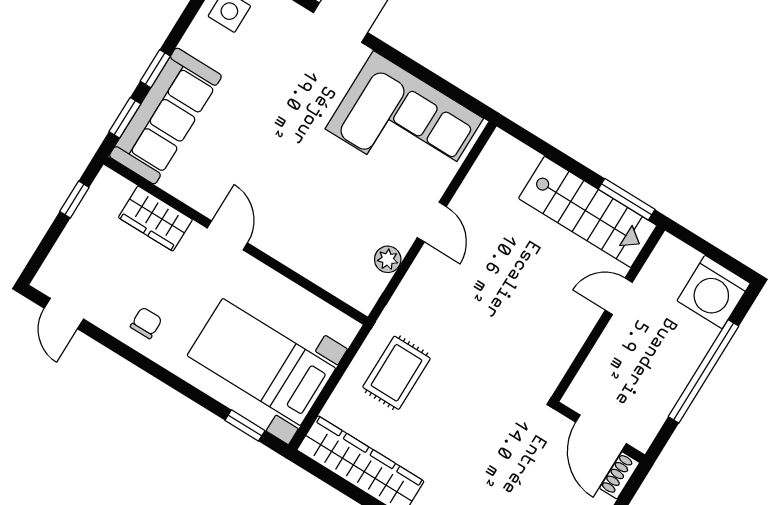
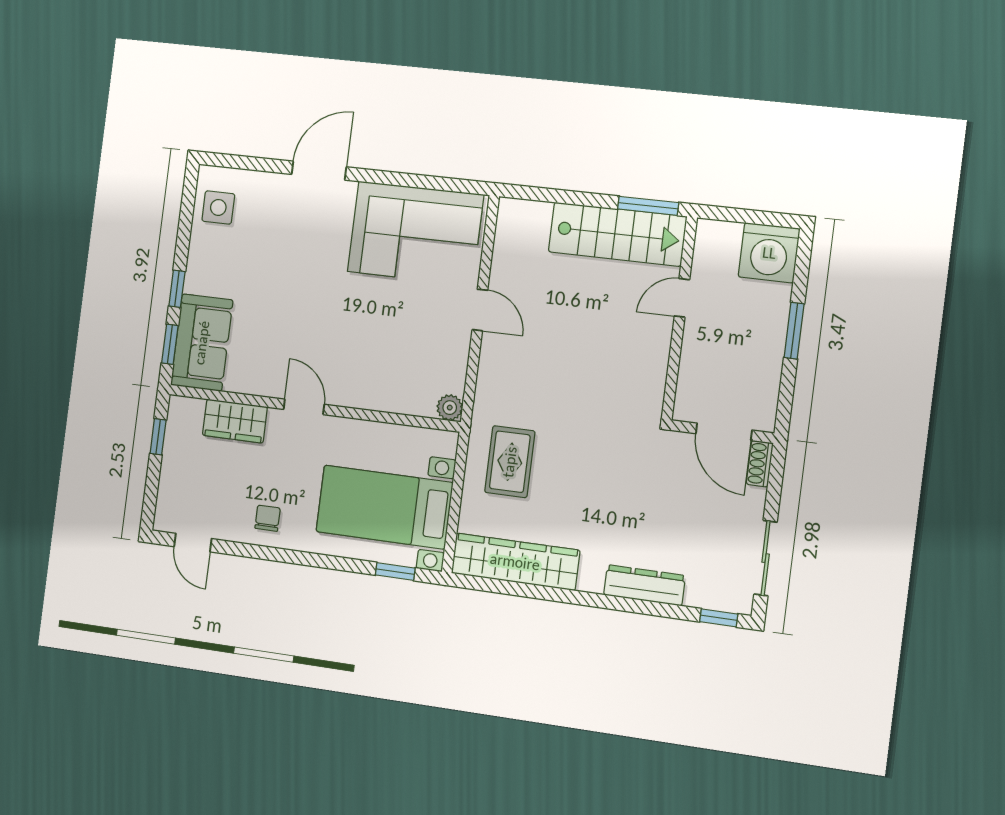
sofa: (165, 116) -> (202, 343), width x0.73
plant: (388, 259) -> (450, 408), moved
window: (704, 371) -> (794, 331), width x0.47

